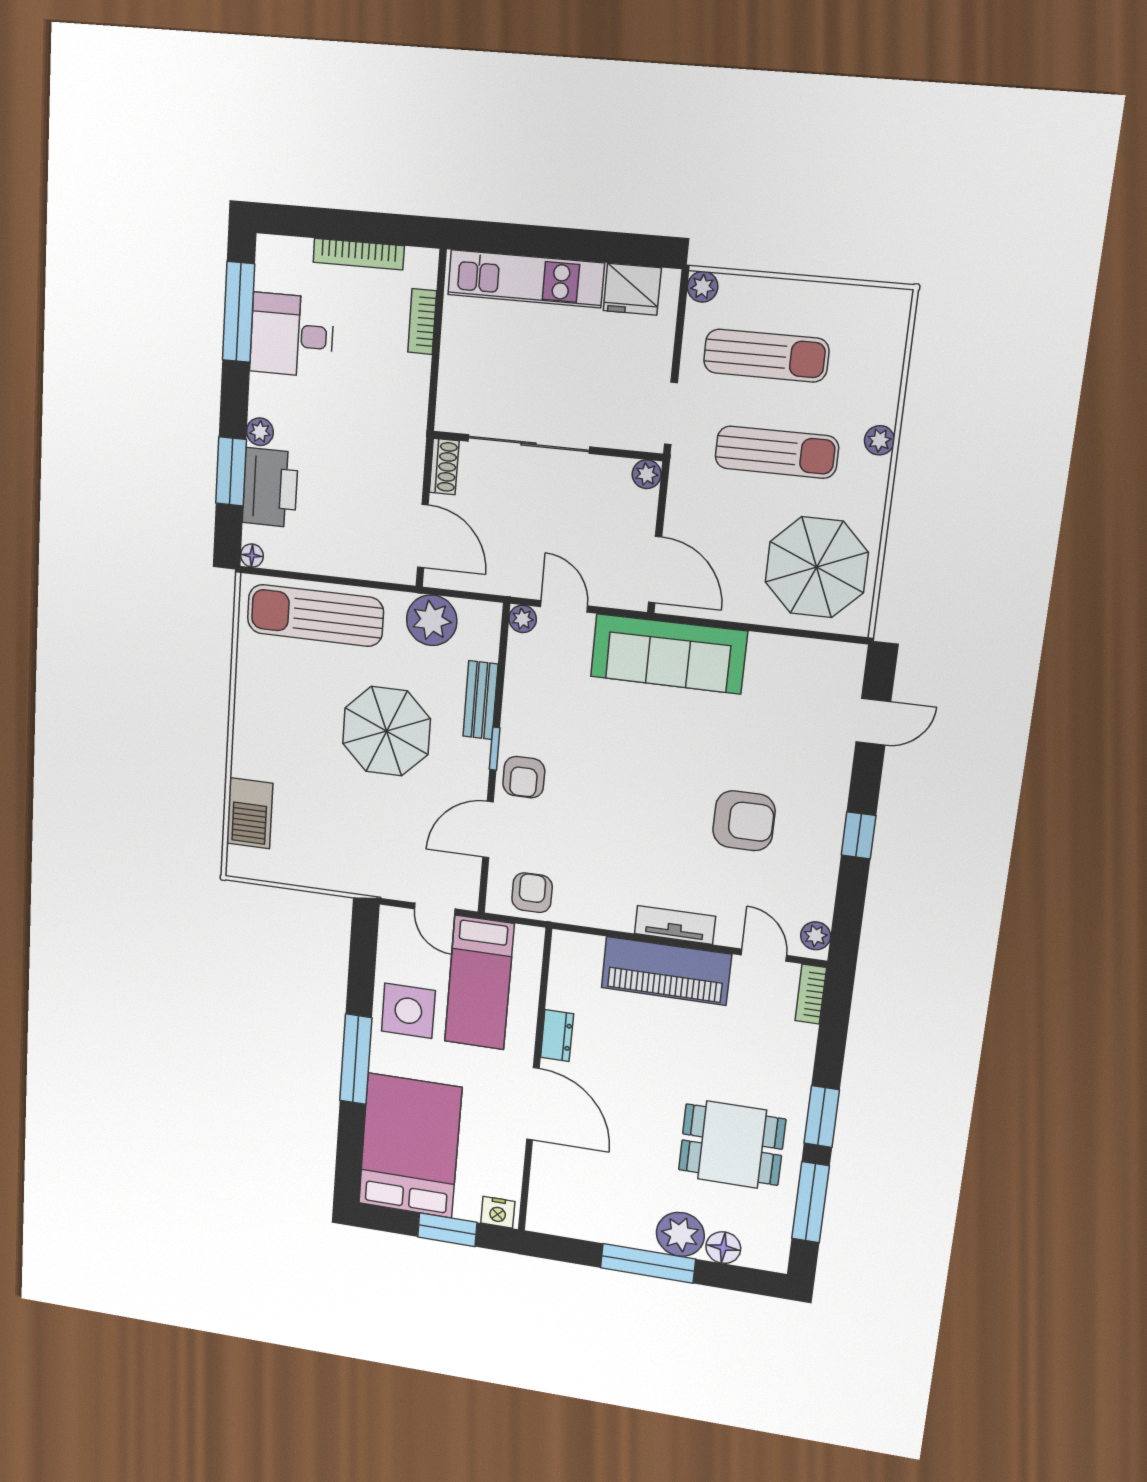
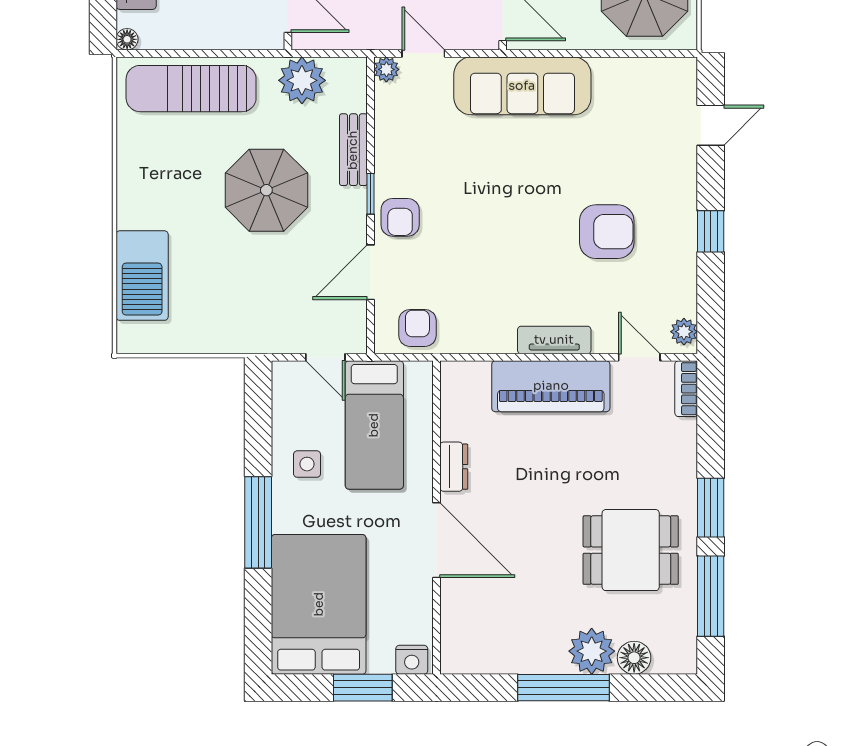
barbecue: (250, 813) -> (142, 276), width x1.37, depth x1.21
side table: (408, 1011) -> (307, 464), width x0.54, depth x0.54

